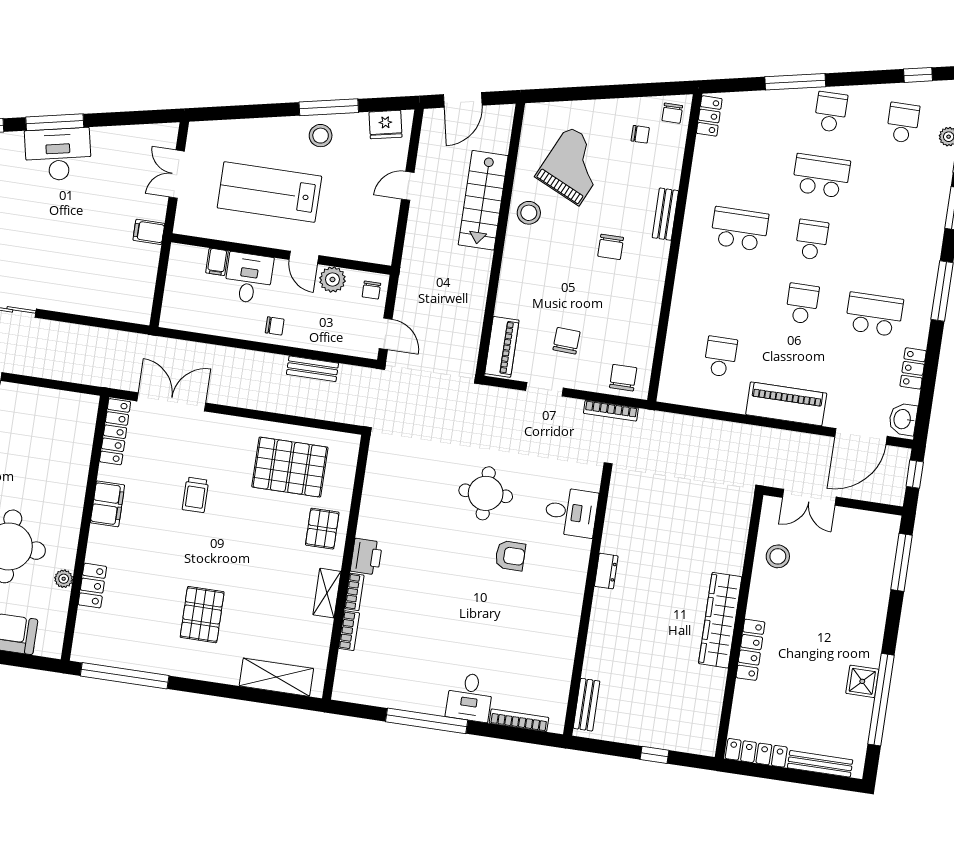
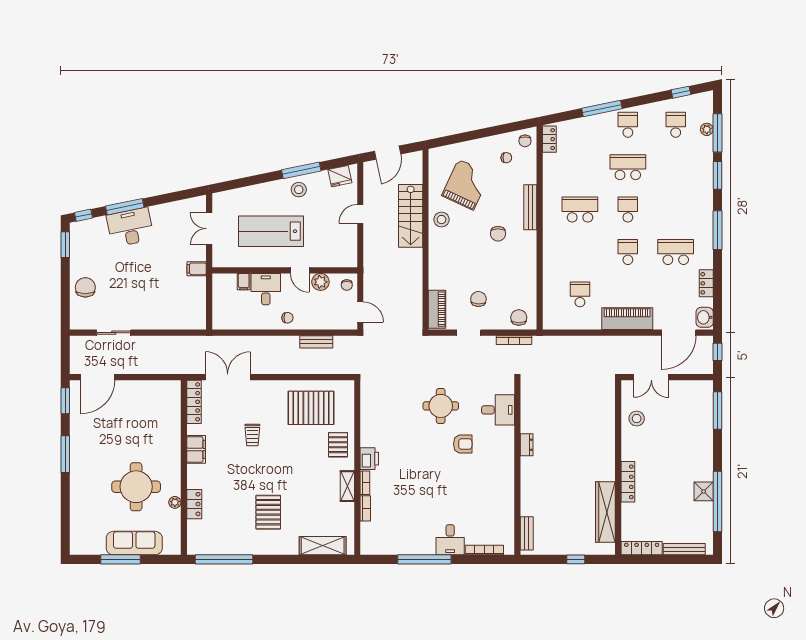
bench: (665, 214) -> (530, 207), width x1.36
wardrobe: (720, 620) -> (605, 512), moved

